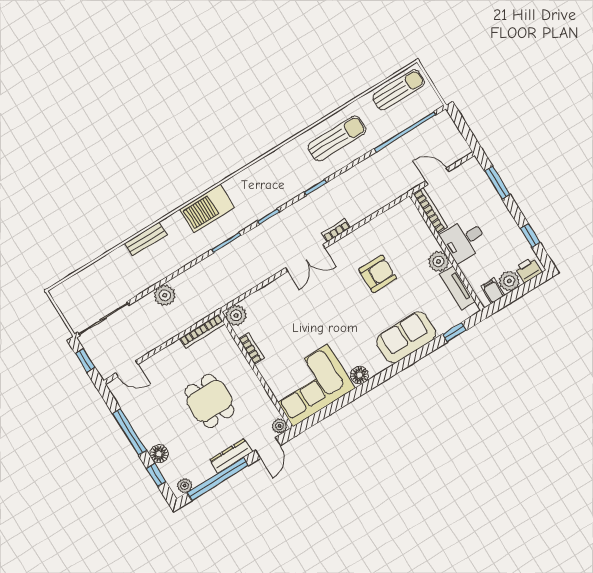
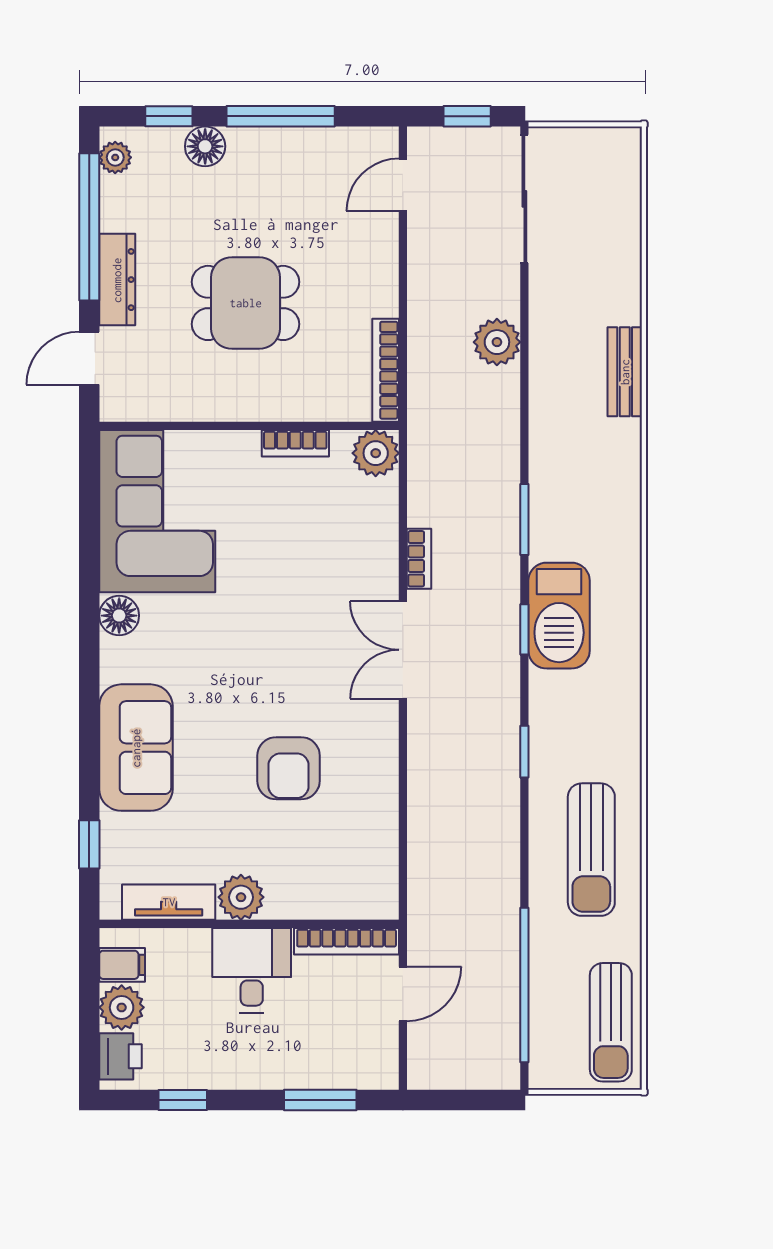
barbecue: (207, 208) -> (559, 616), moved, turned 180
bookcase: (336, 230) -> (419, 559), moved
plant: (280, 426) -> (117, 406), removed
door: (268, 448) -> (89, 358), hinge flipped

